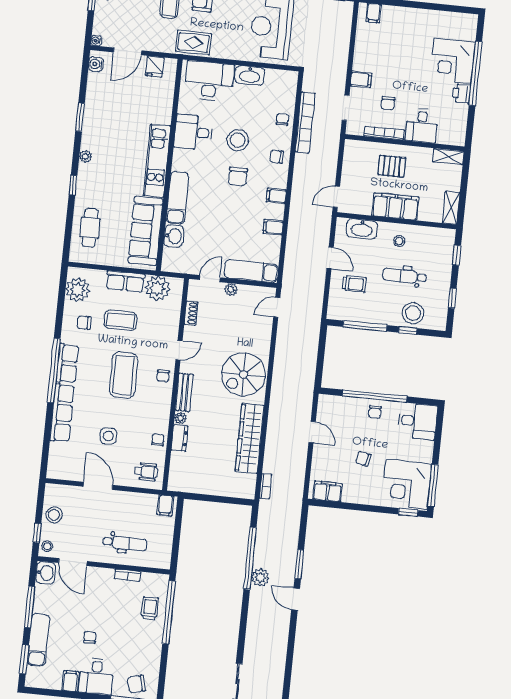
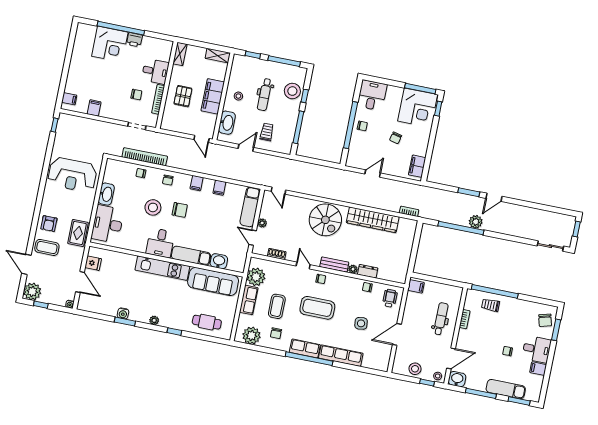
water cooler: (96, 64) -> (123, 313), moved
filing cabinet: (361, 79) -> (94, 108), moved
desk: (193, 132) -> (160, 243), moved
window: (452, 298) -> (284, 61), width x2.17

